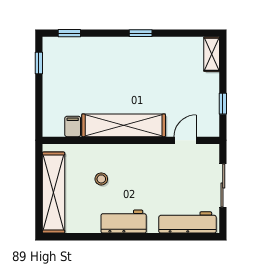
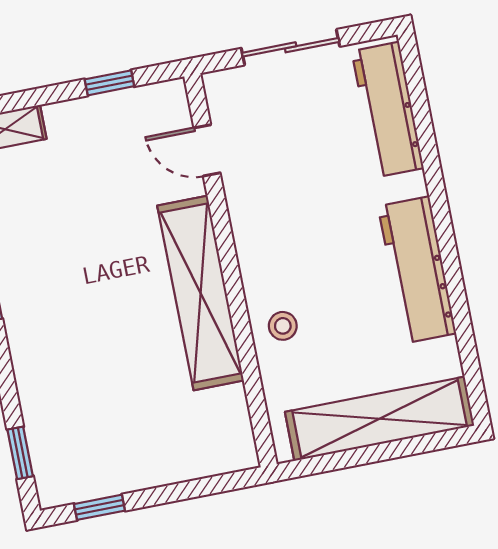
filing cabinet: (73, 126) -> (225, 405), removed
stool: (101, 179) -> (283, 326), moved
workbench: (124, 222) -> (417, 270), width x1.38

